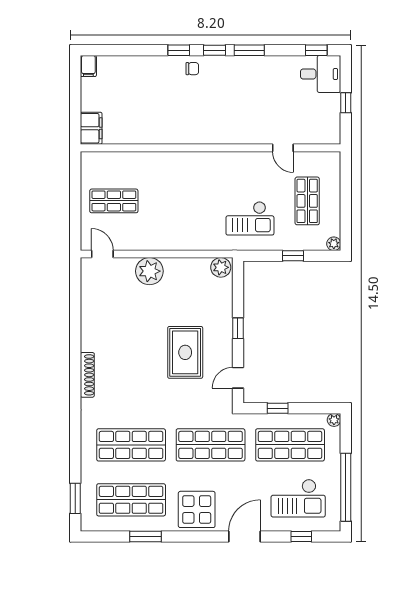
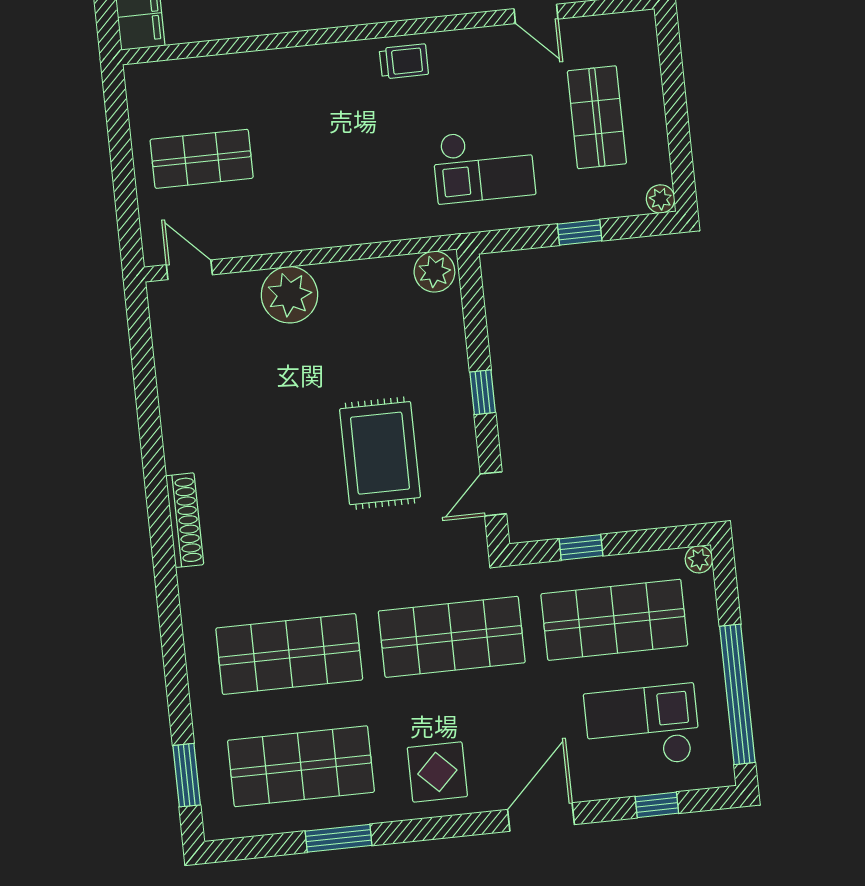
trolley: (217, 164) -> (404, 61), added
checkout: (298, 498) -> (642, 727), turned 180
display table: (197, 509) -> (437, 772), width x0.73, depth x0.73

